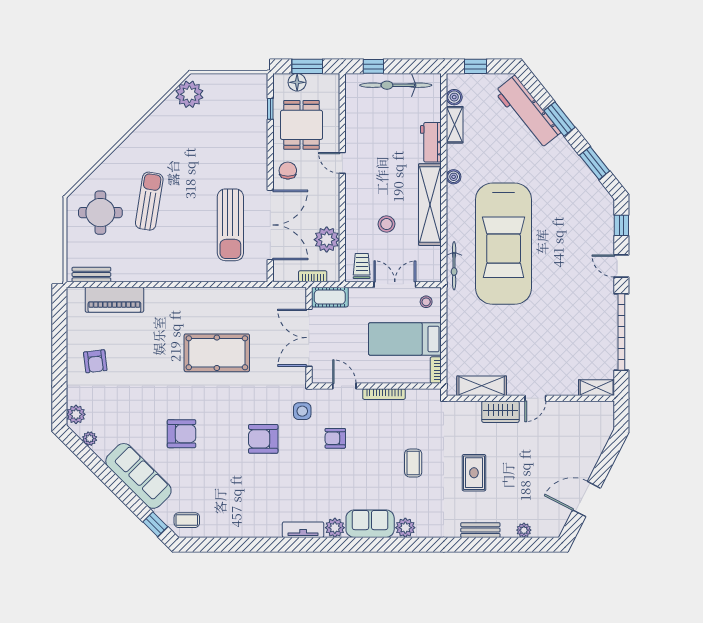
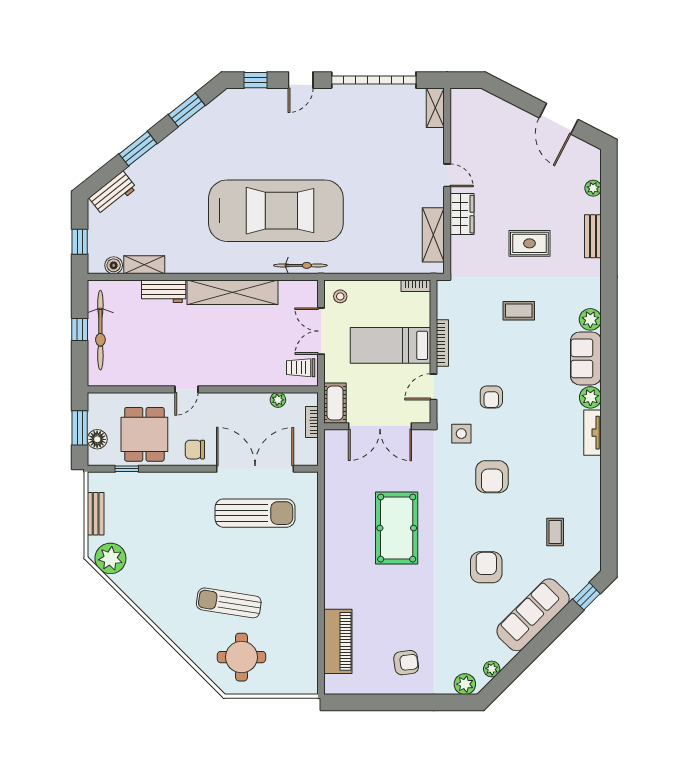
window: (373, 66) -> (80, 330), moved
workbench: (528, 112) -> (113, 193), width x0.53, depth x0.76
dining table: (302, 125) -> (144, 434), turned 90
boiler: (454, 177) -> (202, 266), removed
stool: (386, 224) -> (254, 340), removed
plant: (327, 240) -> (278, 400), width x0.53, depth x0.53
bench: (91, 275) -> (96, 514), moved
bed: (405, 339) -> (390, 345), moved, turned 90
coffee table: (187, 520) -> (555, 532), moved

